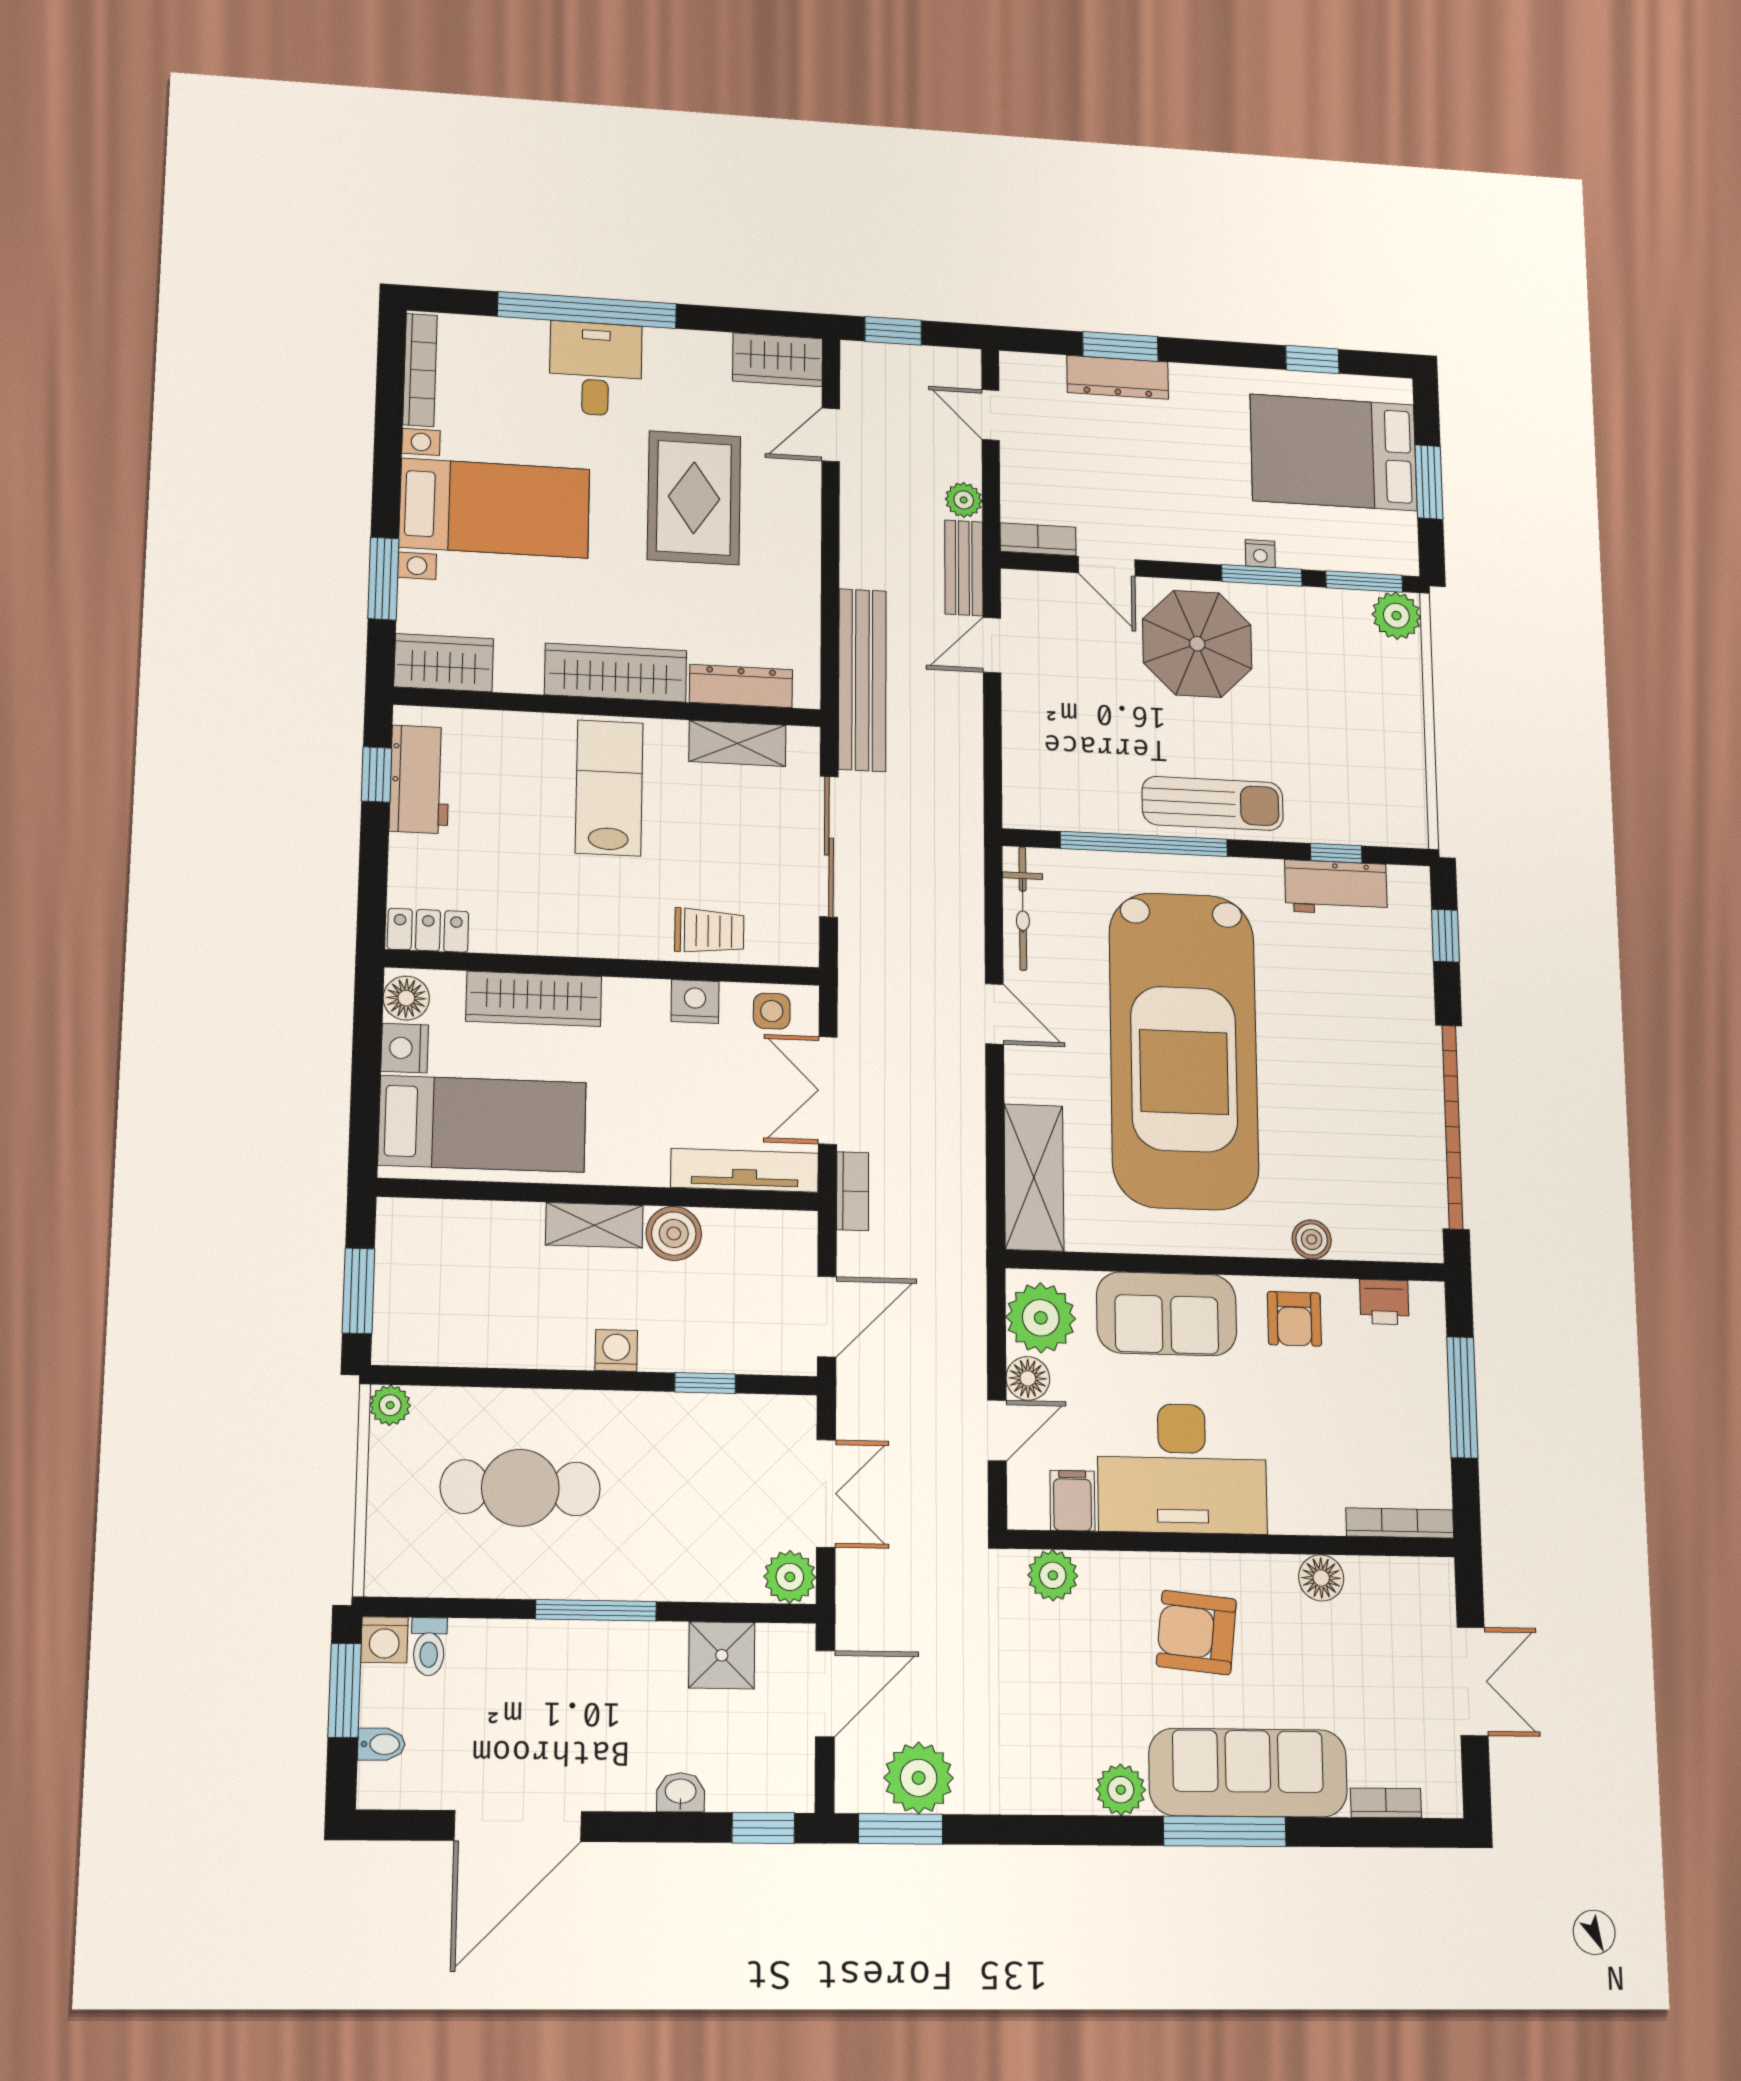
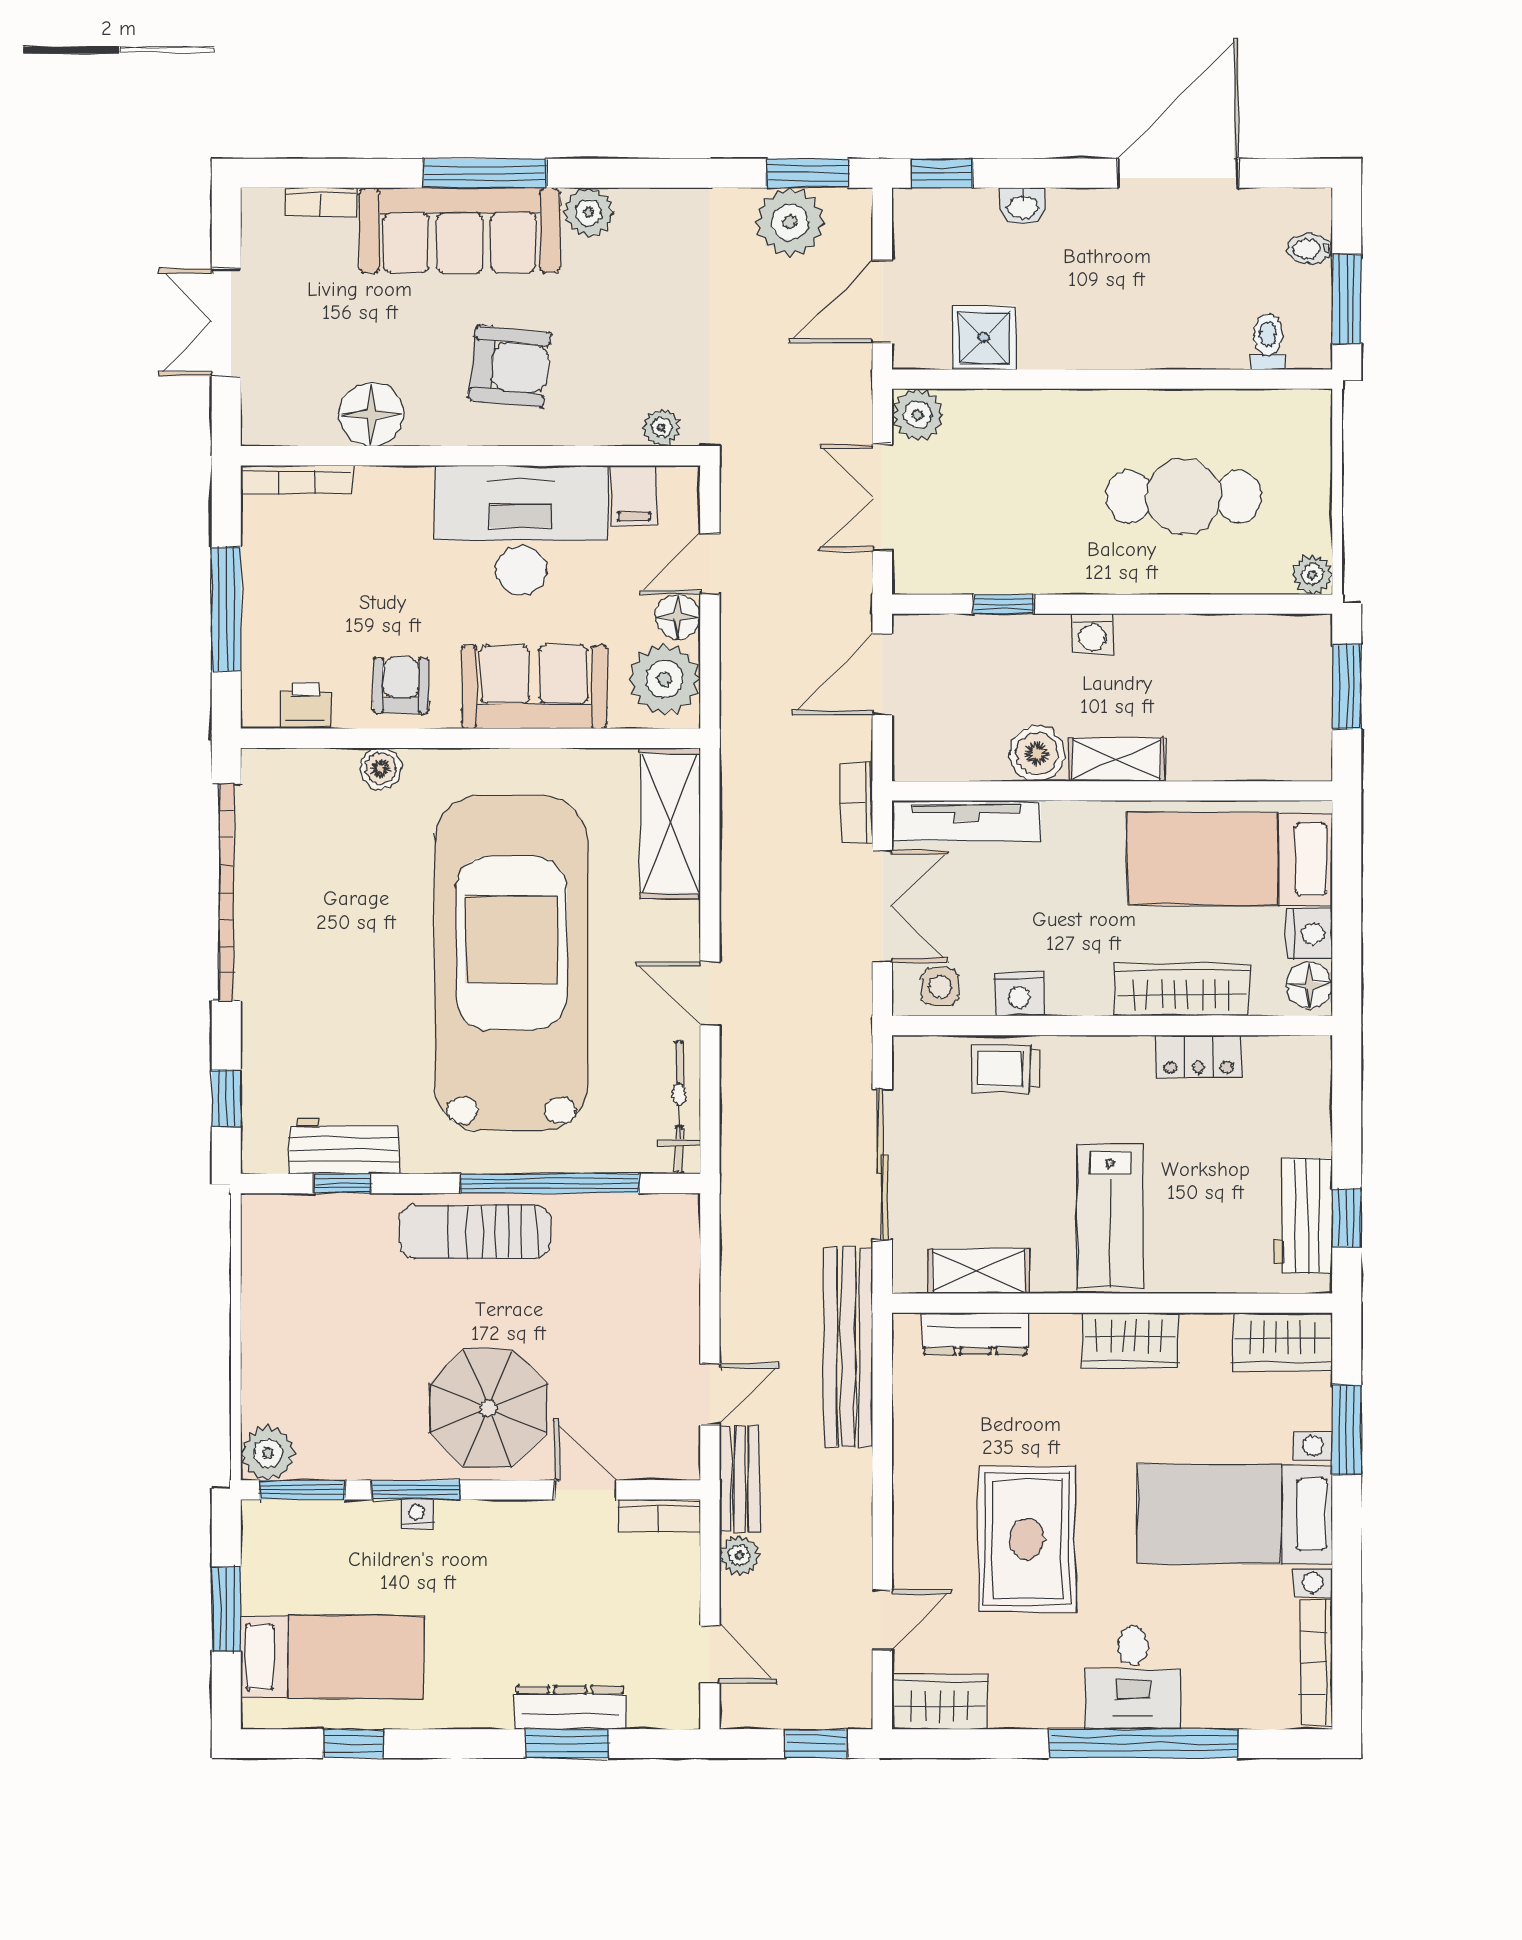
bed: (1334, 452) -> (332, 1657), width x0.67
wardrobe: (616, 673) -> (1130, 1341), width x0.67
locker: (428, 930) -> (1199, 1056), moved
plant: (1053, 1575) -> (662, 428), width x0.73, depth x0.73
floor lamp: (1321, 1578) -> (371, 414), width x1.38, depth x1.38
window: (596, 1610) -> (1108, 379), removed
washing machine: (384, 1640) -> (1310, 348), removed

